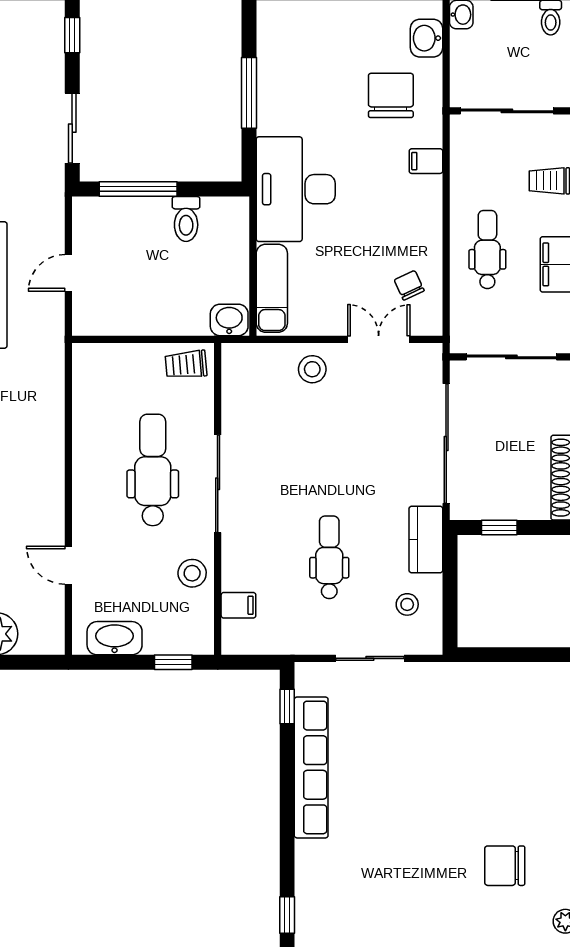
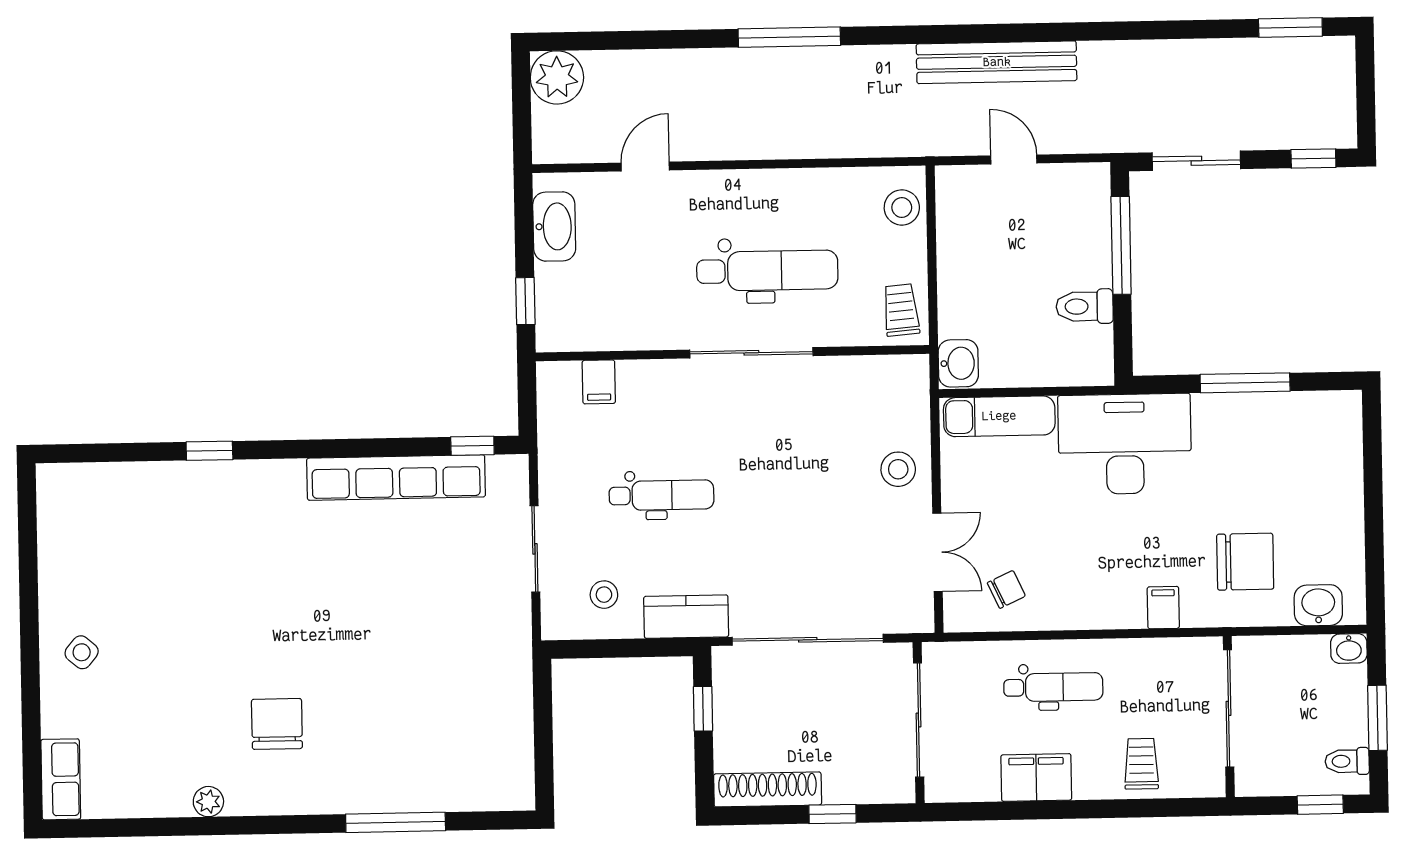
stool: (192, 573) -> (902, 207), moved

